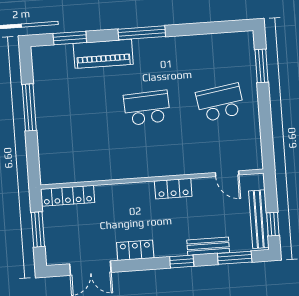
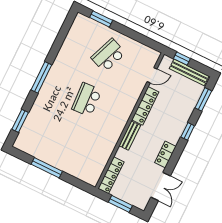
piano: (103, 54) -> (41, 107), removed
school desk: (220, 103) -> (108, 55), turned 30
locker: (173, 189) -> (145, 106), width x1.53
window: (273, 224) -> (182, 59), moved
bench: (208, 246) -> (130, 136), moved

